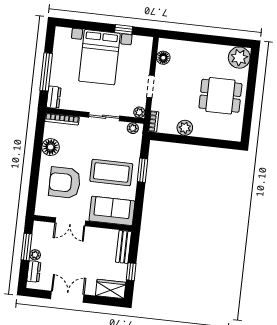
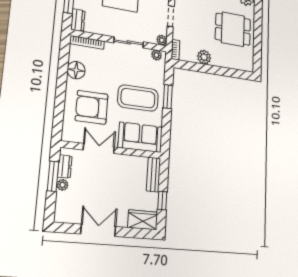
double door: (70, 222) -> (99, 148), swing flipped
dresser: (34, 272) -> (65, 166), moved

